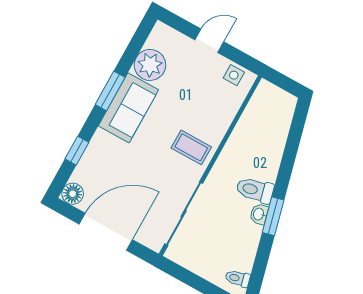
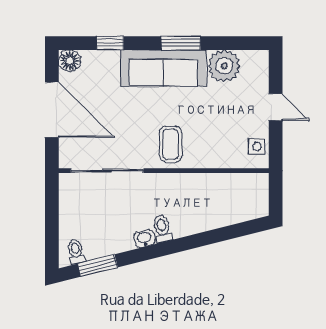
sofa: (128, 108) -> (163, 68), width x1.36
toilet: (255, 190) -> (162, 229), width x0.73, depth x0.72
window: (273, 216) -> (98, 266), moved

